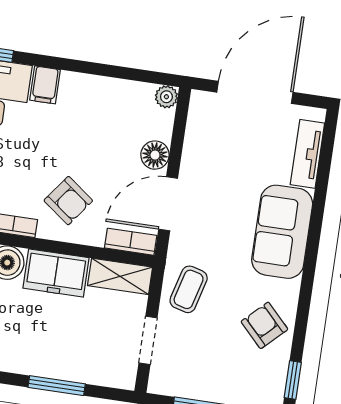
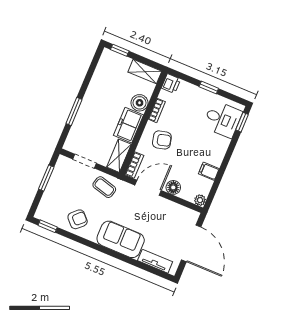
filing cabinet: (45, 85) -> (209, 171), moved
armchair: (68, 201) -> (162, 140), turned -141
door: (168, 204) -> (148, 188), hinge flipped

